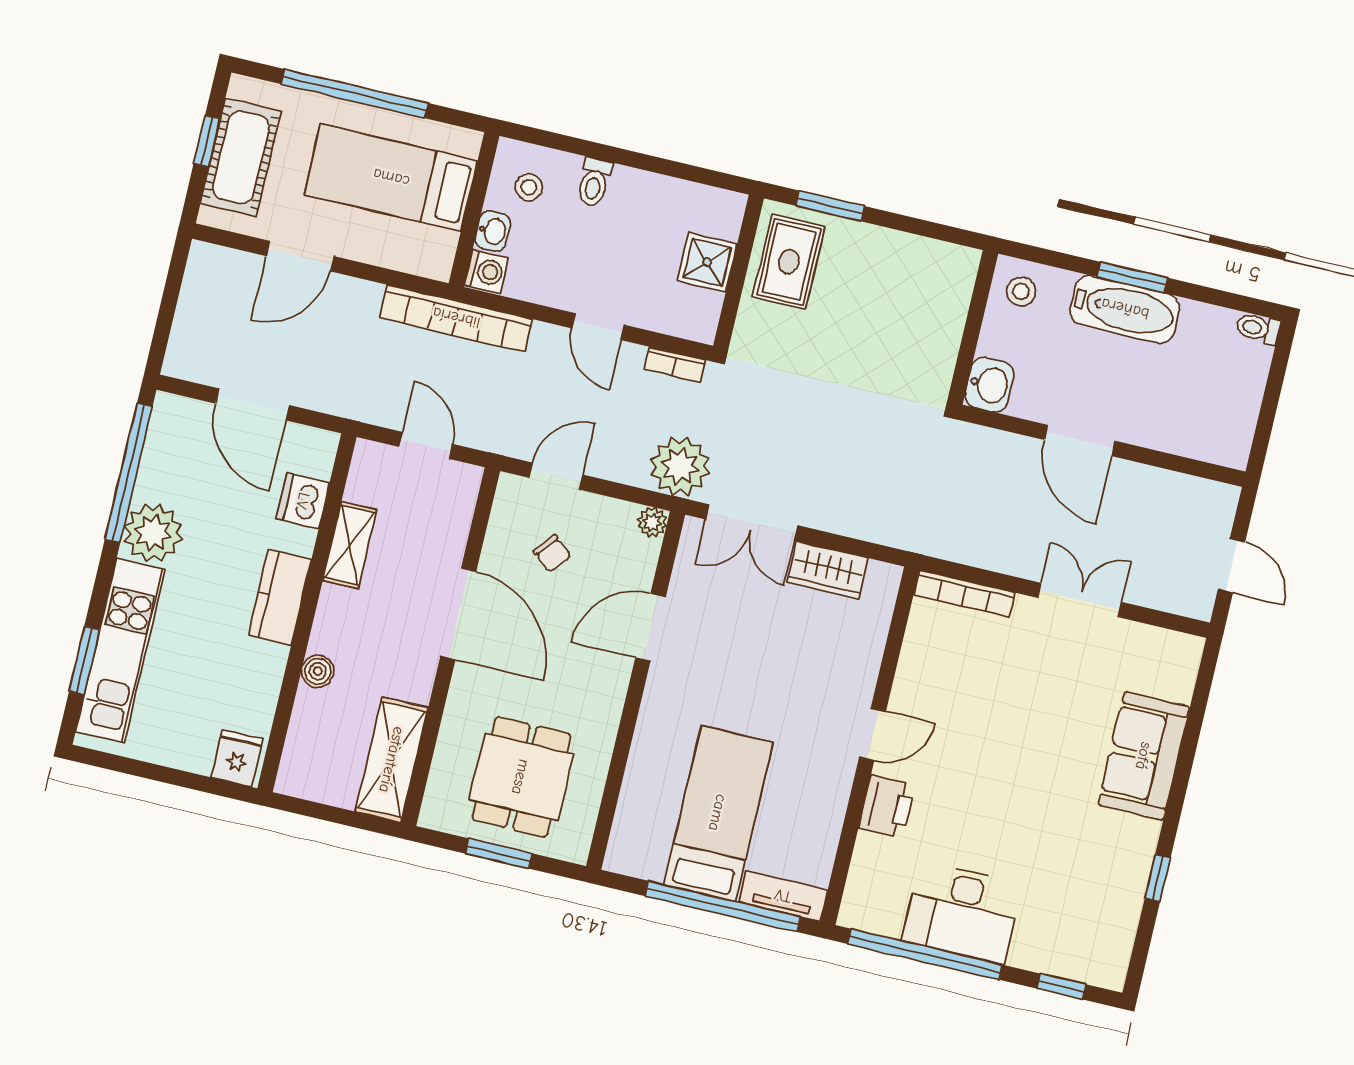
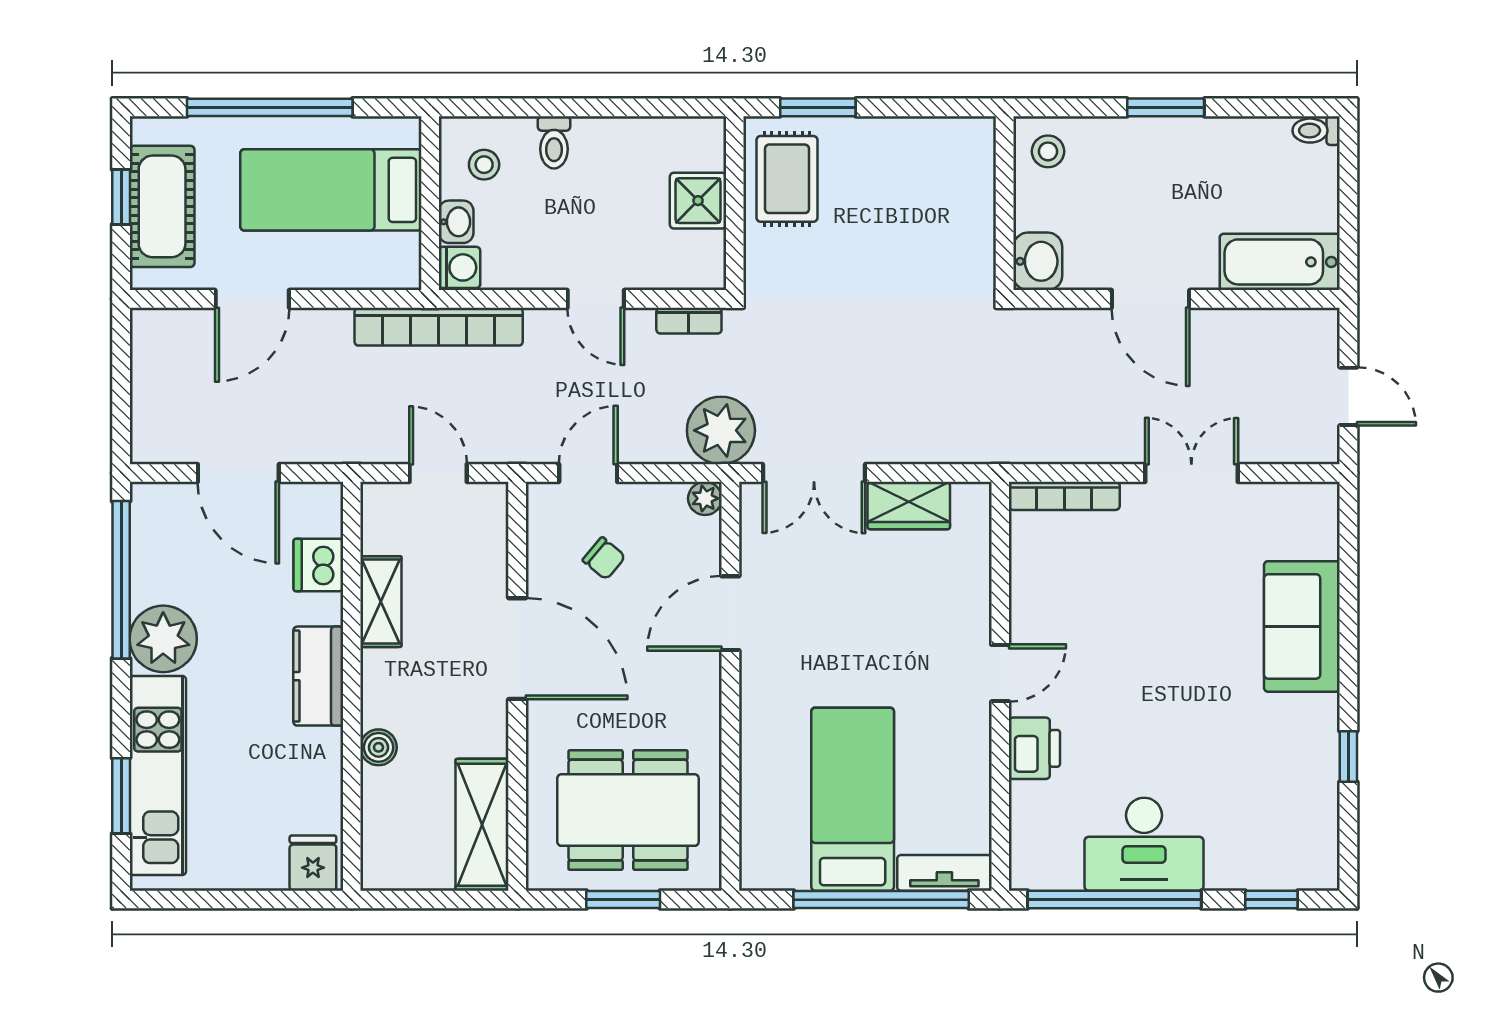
bathtub: (1125, 309) -> (1280, 262), moved, turned 180
dining table: (521, 777) -> (628, 810), width x1.38

